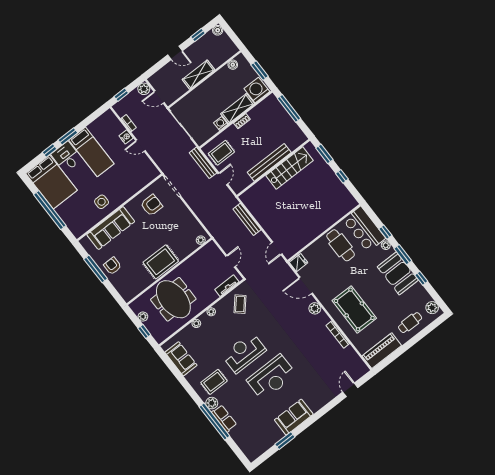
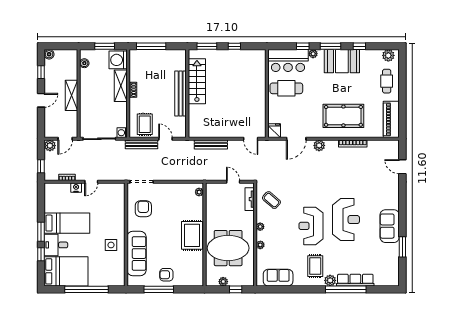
washing machine: (221, 124) -> (122, 133), moved
row of seats: (224, 418) -> (355, 280), width x1.48

